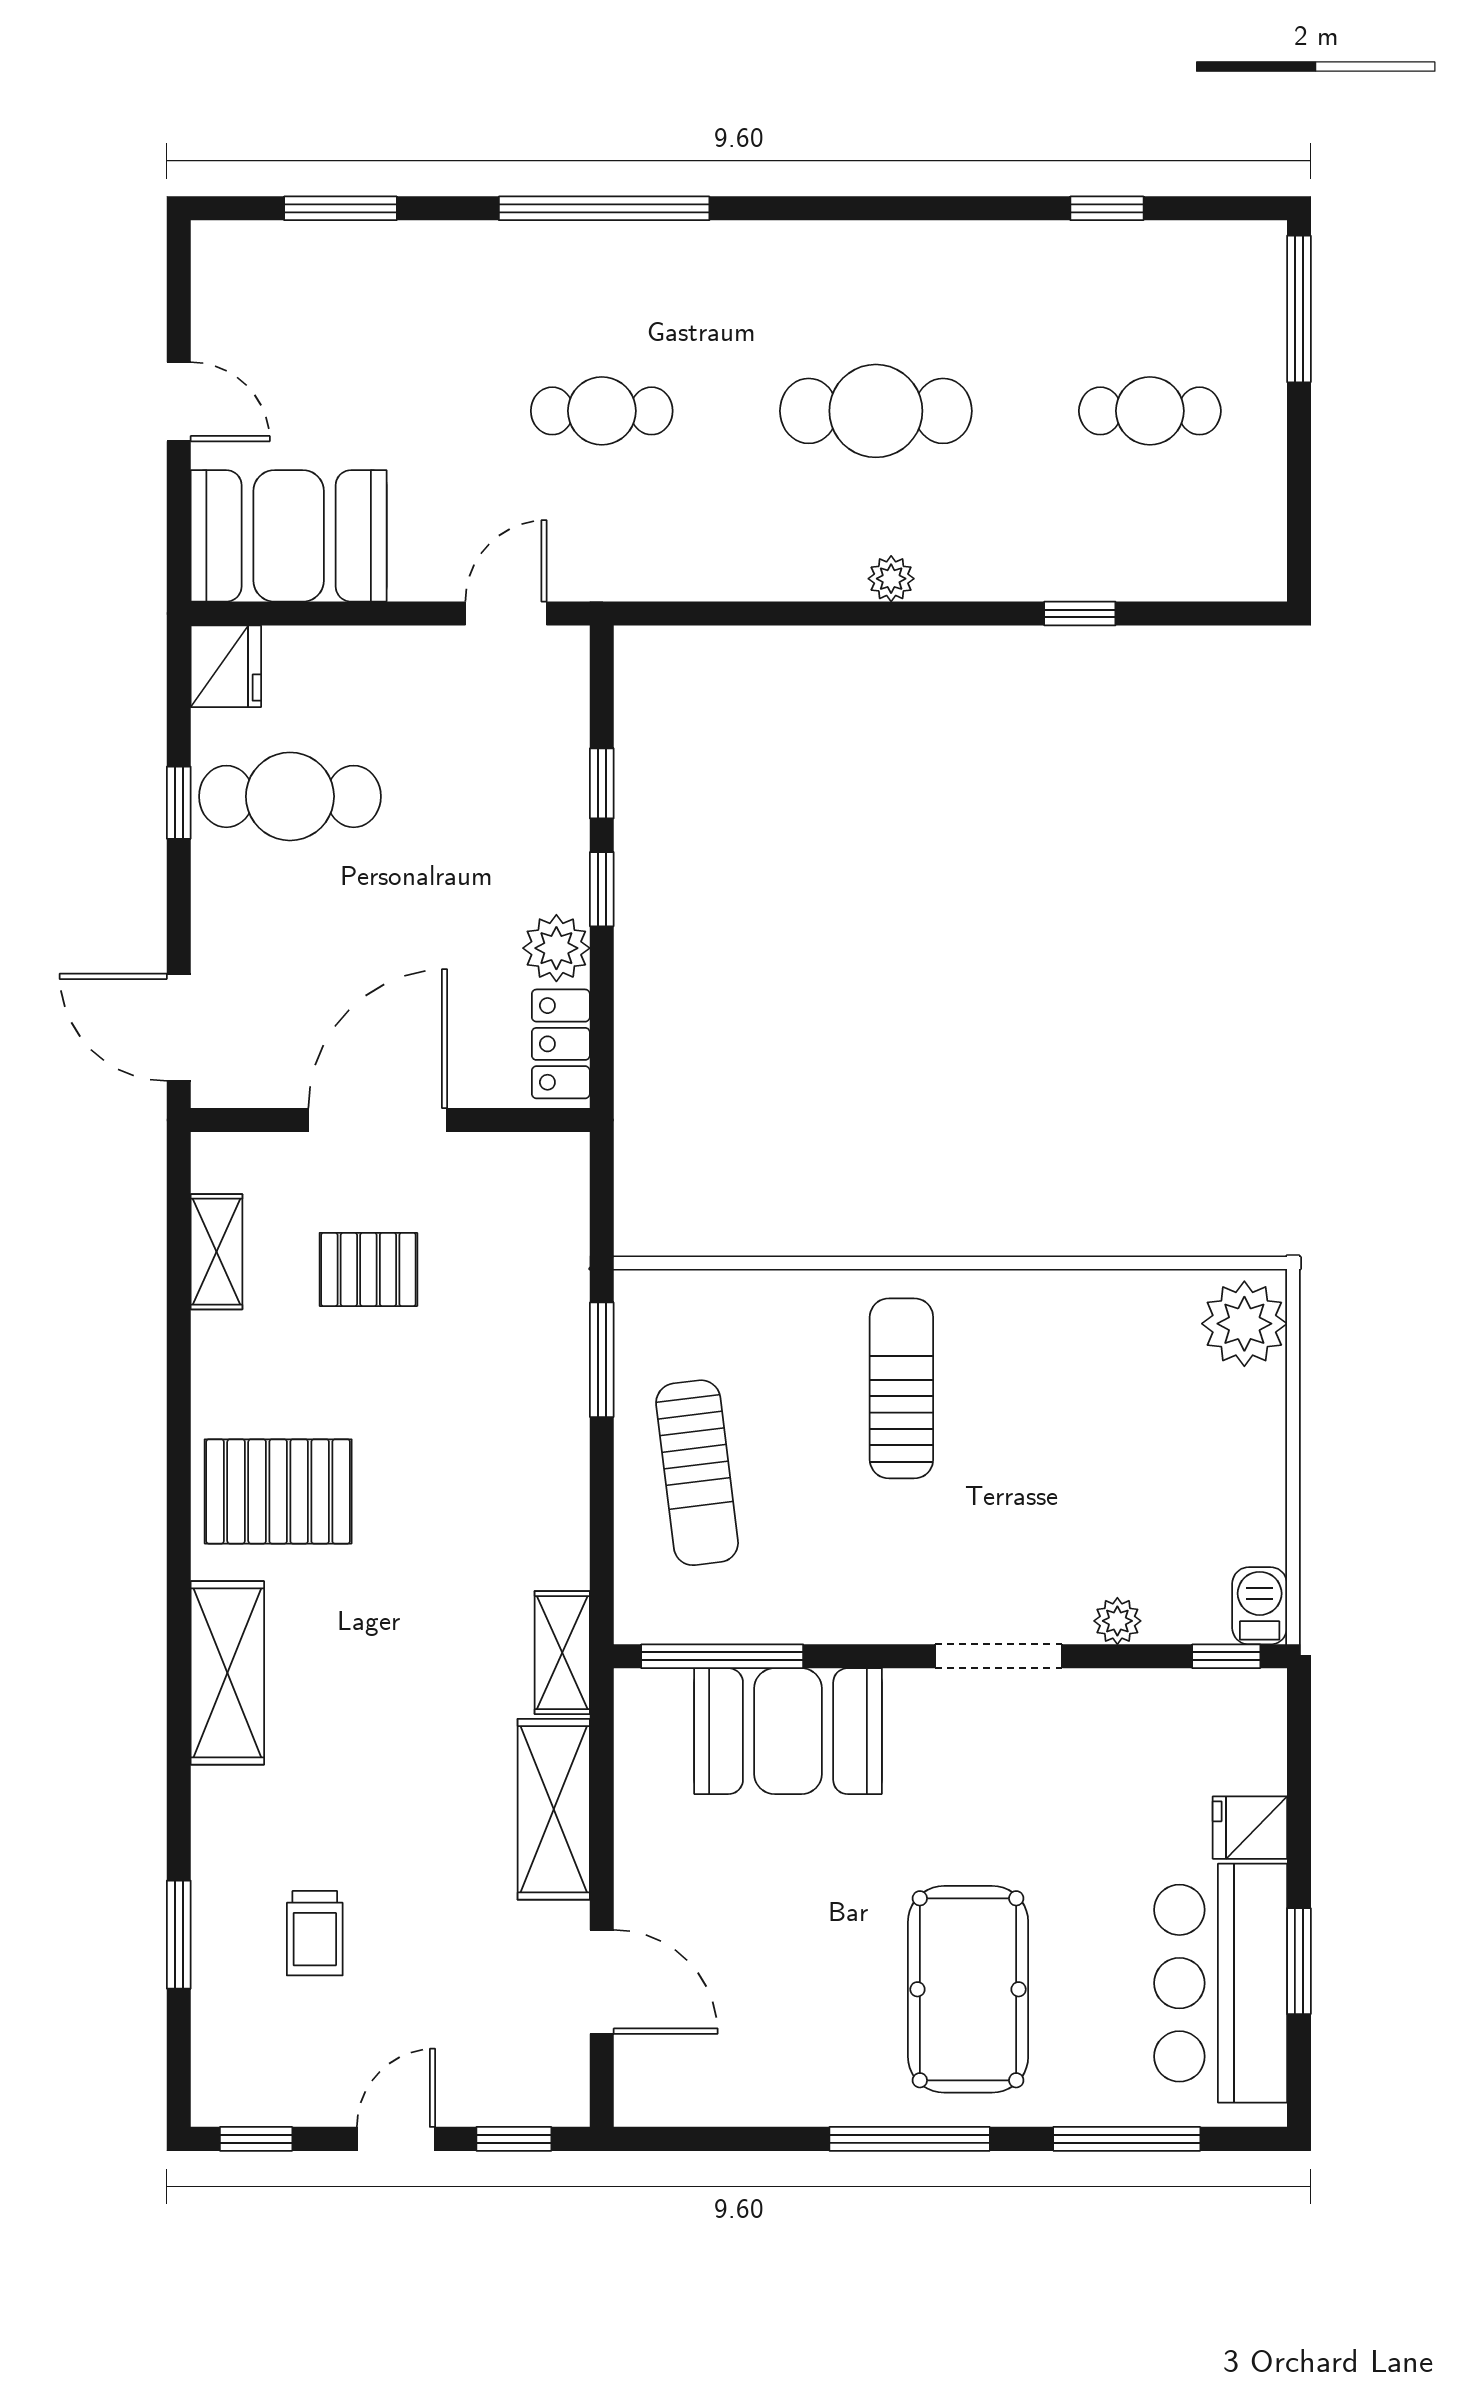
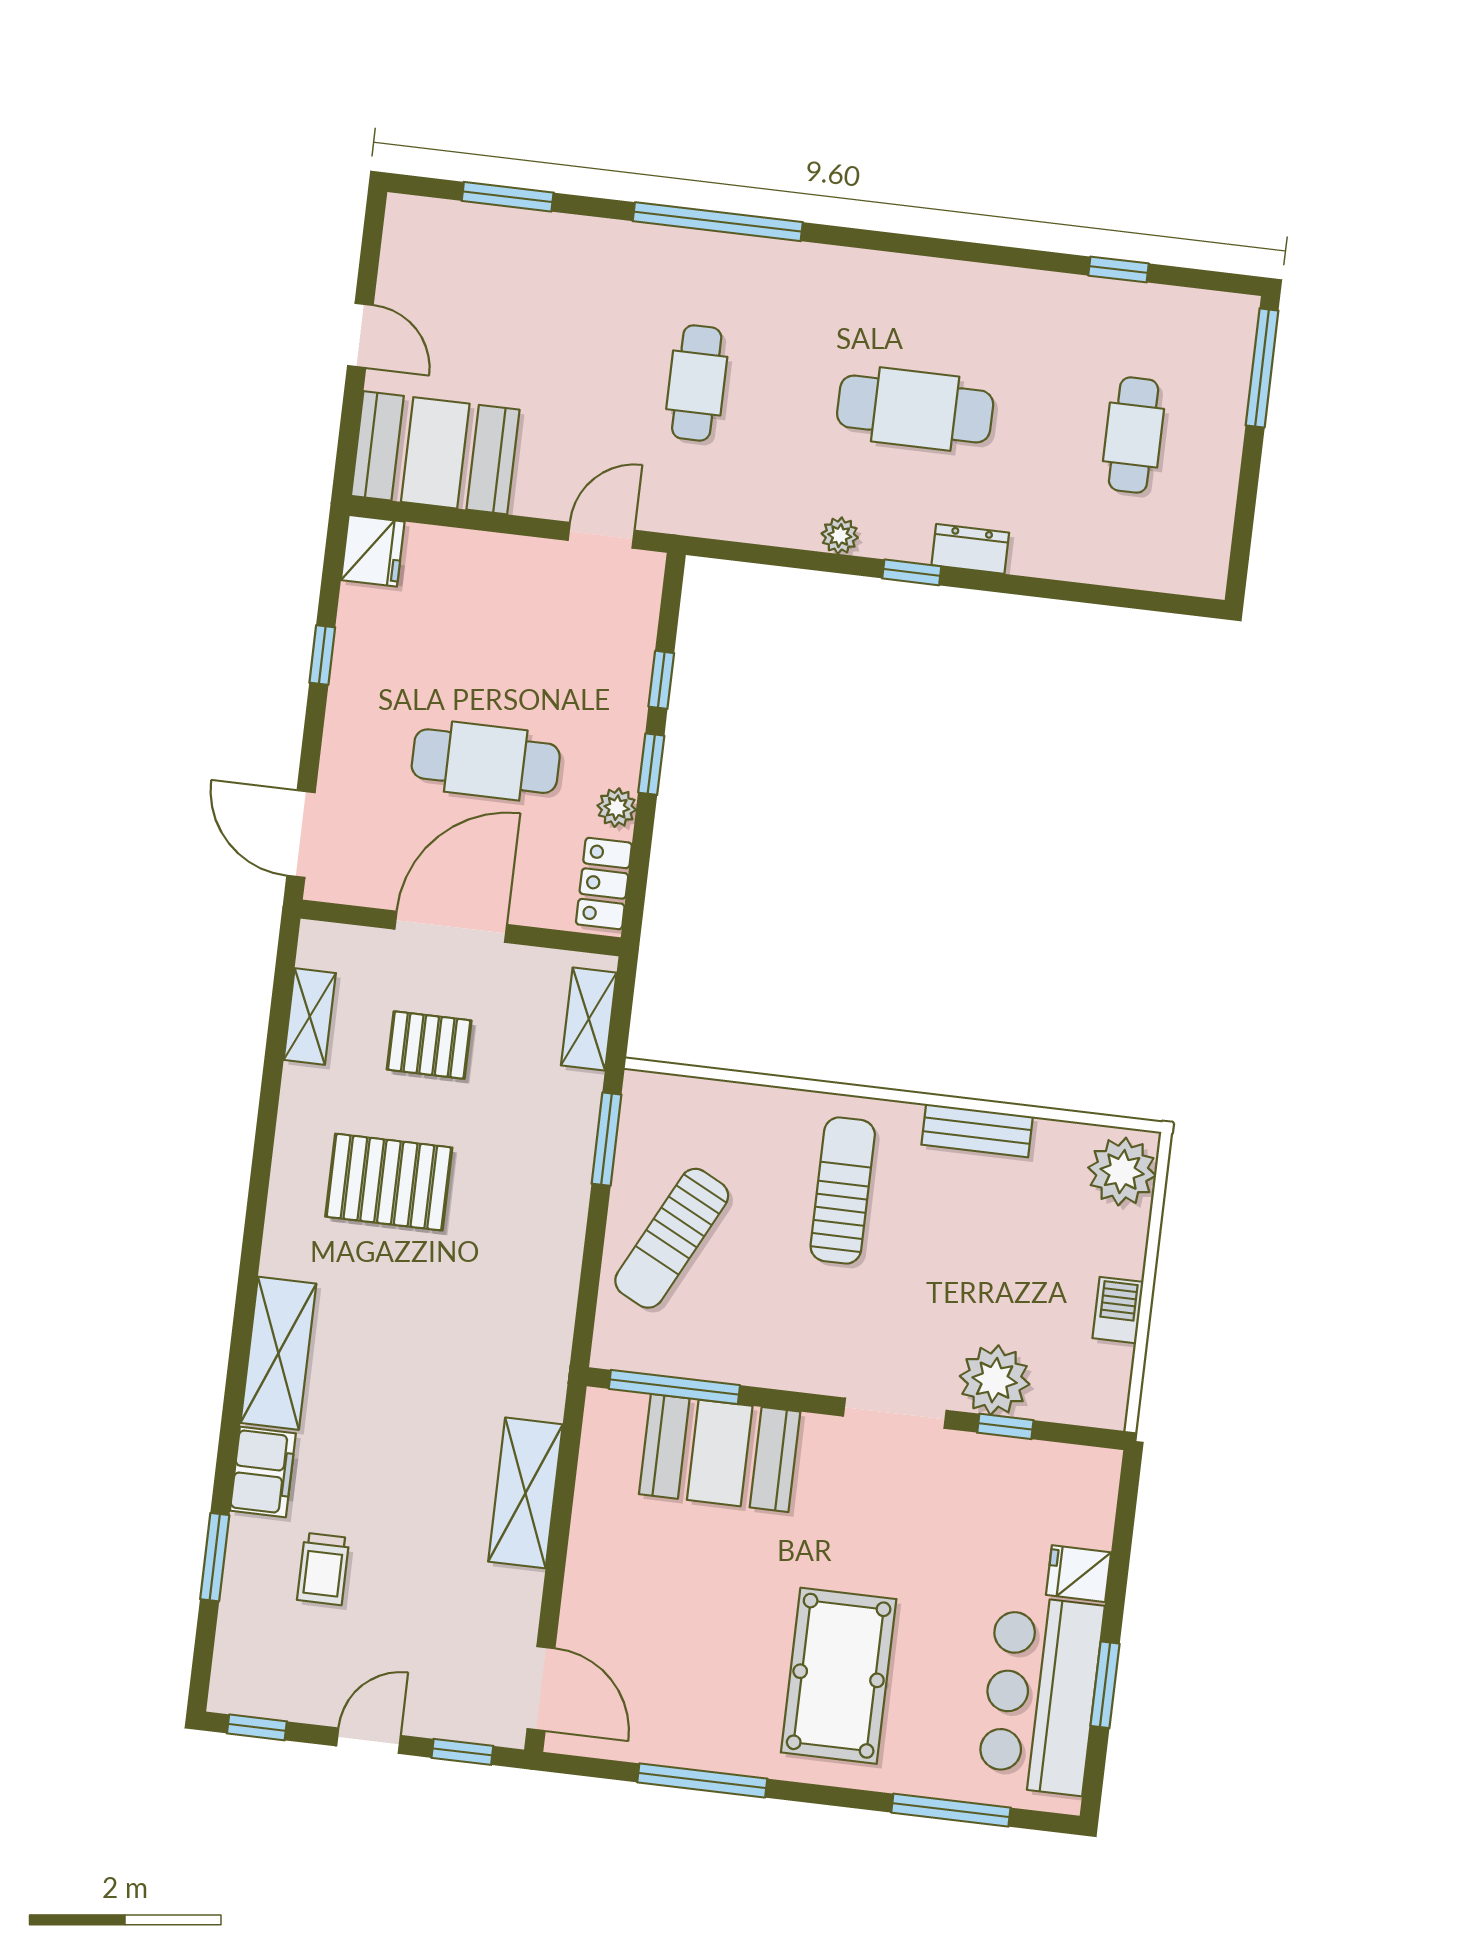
cafe table: (602, 411) -> (697, 383), turned 90
cafe table: (1150, 411) -> (1134, 435), turned 90
dresser: (965, 576) -> (970, 549), added
plant: (891, 579) -> (840, 536), moved
window: (1080, 614) -> (912, 572), moved
cafe table: (290, 796) -> (486, 761), moved
plant: (556, 948) -> (617, 808), width x0.73, depth x0.73
bench: (1059, 1295) -> (977, 1131), added
sun lounger: (697, 1473) -> (672, 1238), turned 34
pallet: (278, 1491) -> (389, 1182), moved
barbecue: (1260, 1606) -> (1118, 1310), moved
plant: (1117, 1621) -> (995, 1380), width x1.88, depth x1.88
shelving: (562, 1653) -> (589, 1019), moved
window: (1226, 1656) -> (1005, 1426), moved
filing cabinet: (226, 1822) -> (263, 1472), added
door: (602, 1982) -> (541, 1689), moved
window: (910, 2139) -> (702, 1780), moved

